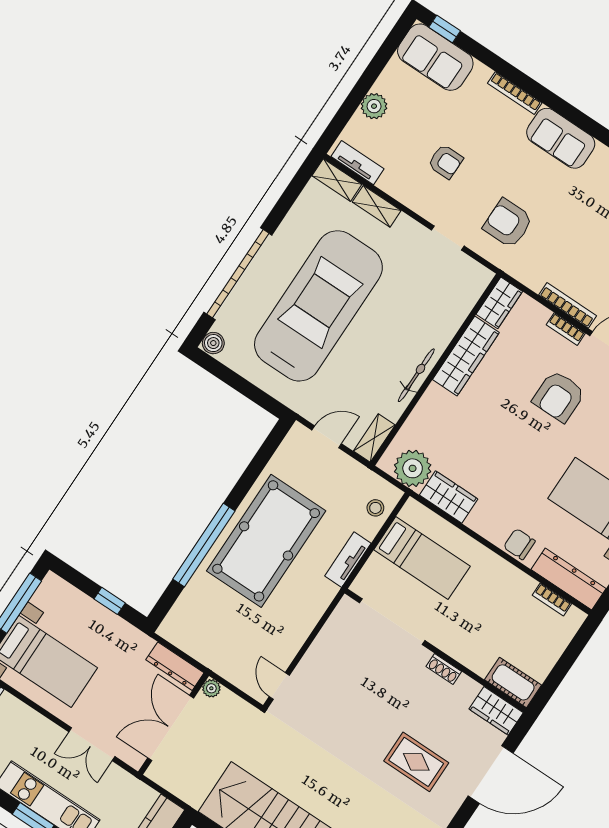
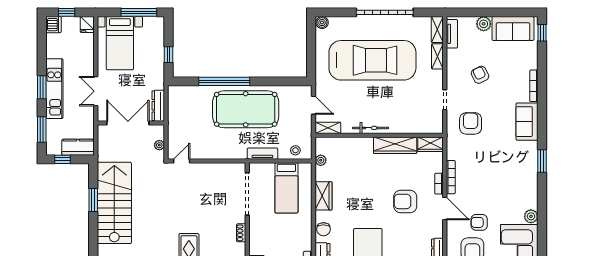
sofa: (435, 57) -> (513, 28), moved, turned -90
armchair: (446, 162) -> (480, 75), turned 153
garage door: (238, 274) -> (385, 12), moved
plant: (413, 468) -> (321, 160), width x0.53, depth x0.53
wardrobe: (449, 497) -> (323, 196), moved
chair: (519, 544) -> (323, 229), turned 180
plant: (211, 688) -> (159, 145), moved

